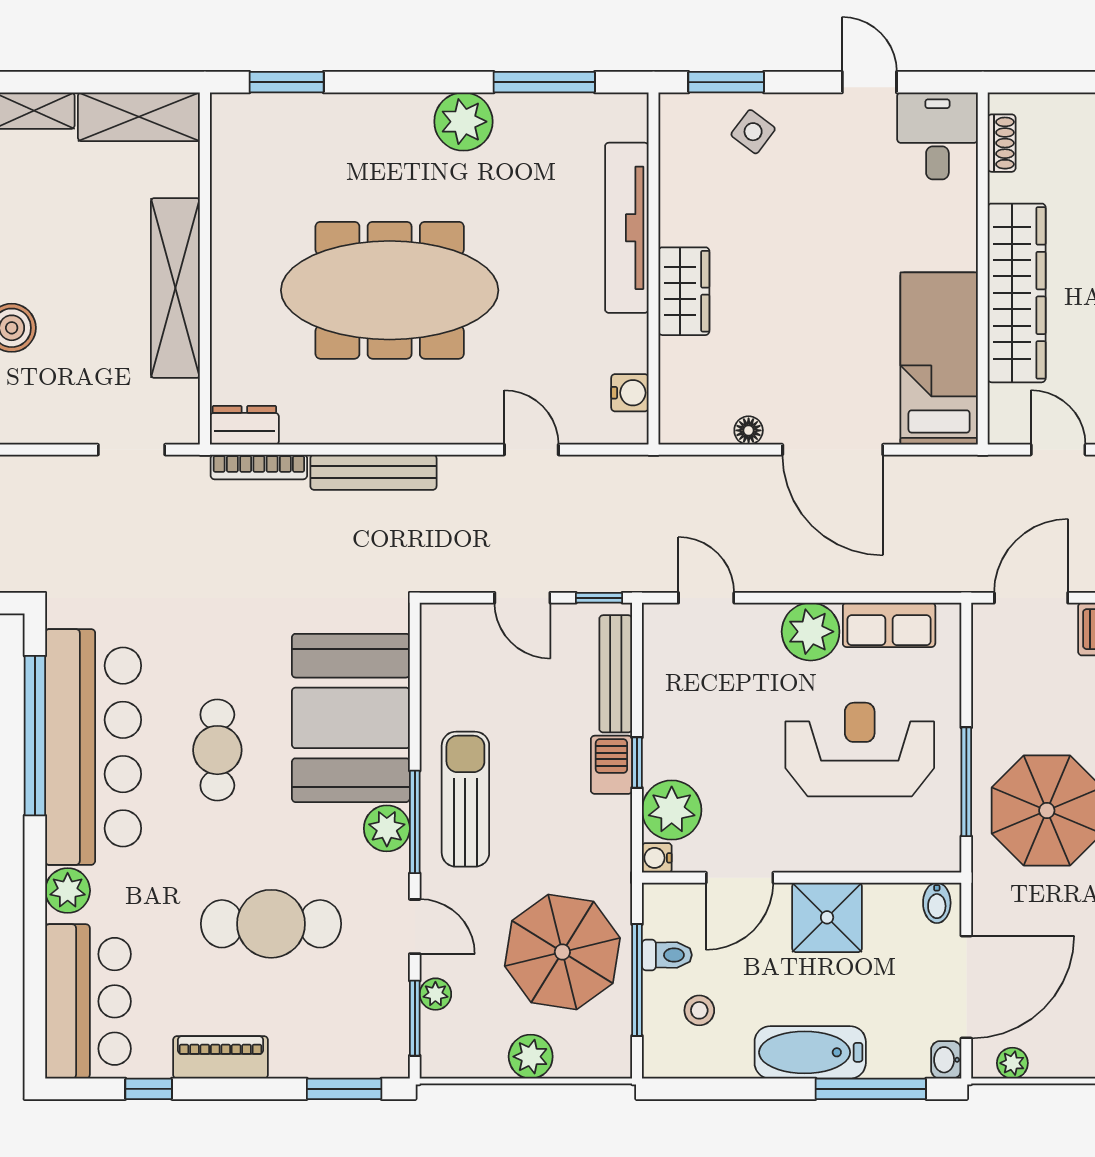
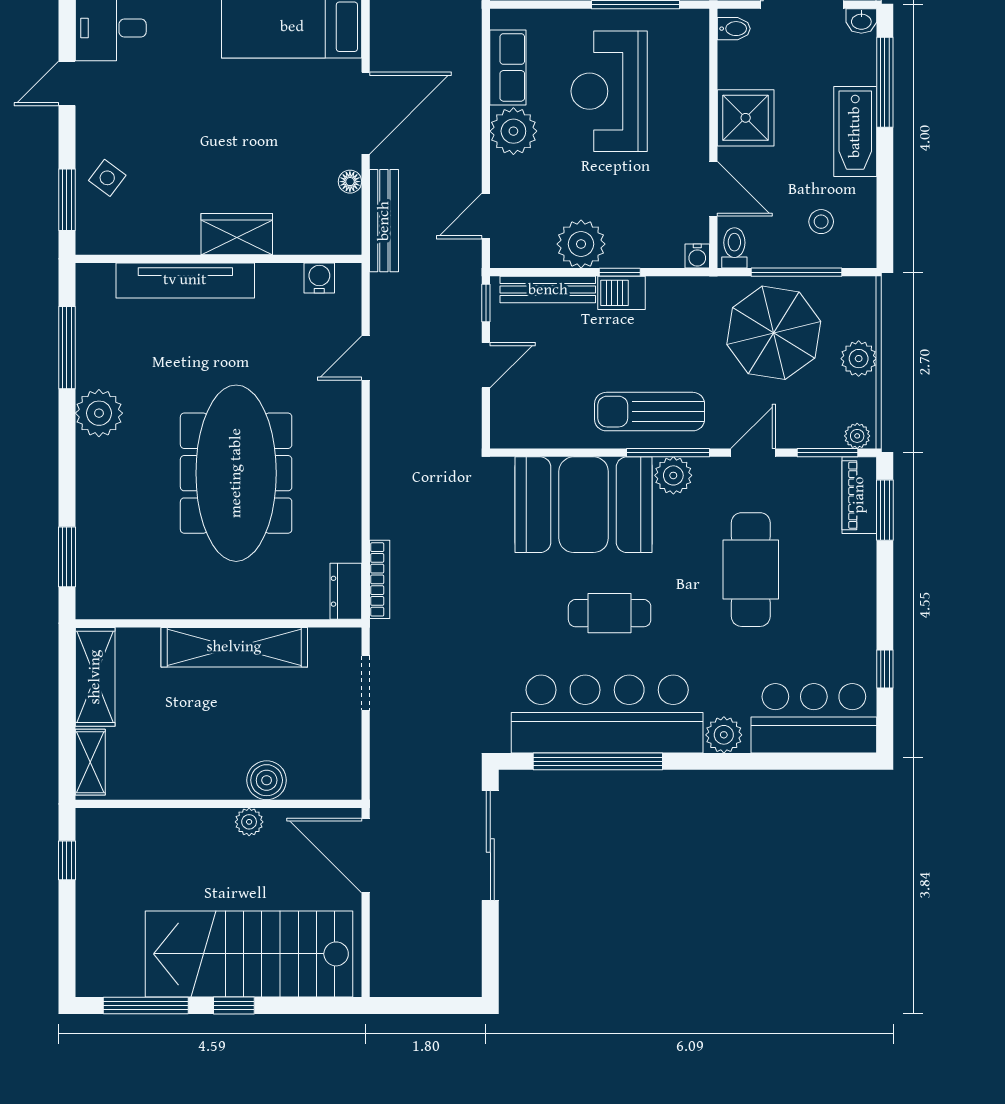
bench: (373, 472) -> (384, 221), moved
plant: (672, 810) -> (581, 244), moved
toilet: (667, 955) -> (734, 248), moved
plant: (435, 994) -> (857, 436), moved
piano: (220, 1057) -> (859, 495), moved

